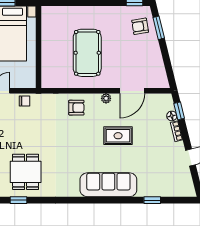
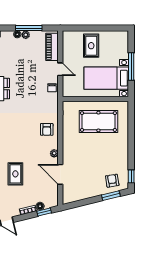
pool table: (87, 53) -> (98, 122), moved
rug: (118, 136) -> (15, 174), moved

